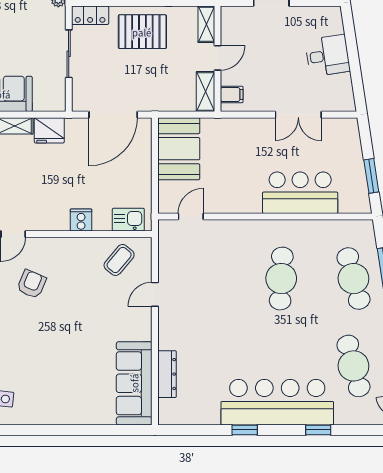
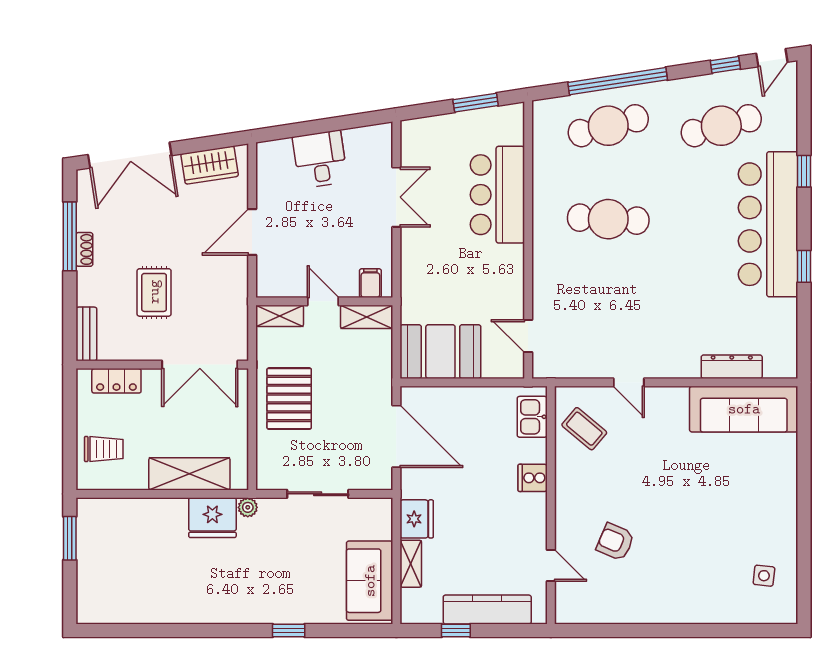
locker: (90, 15) -> (268, 466), removed

